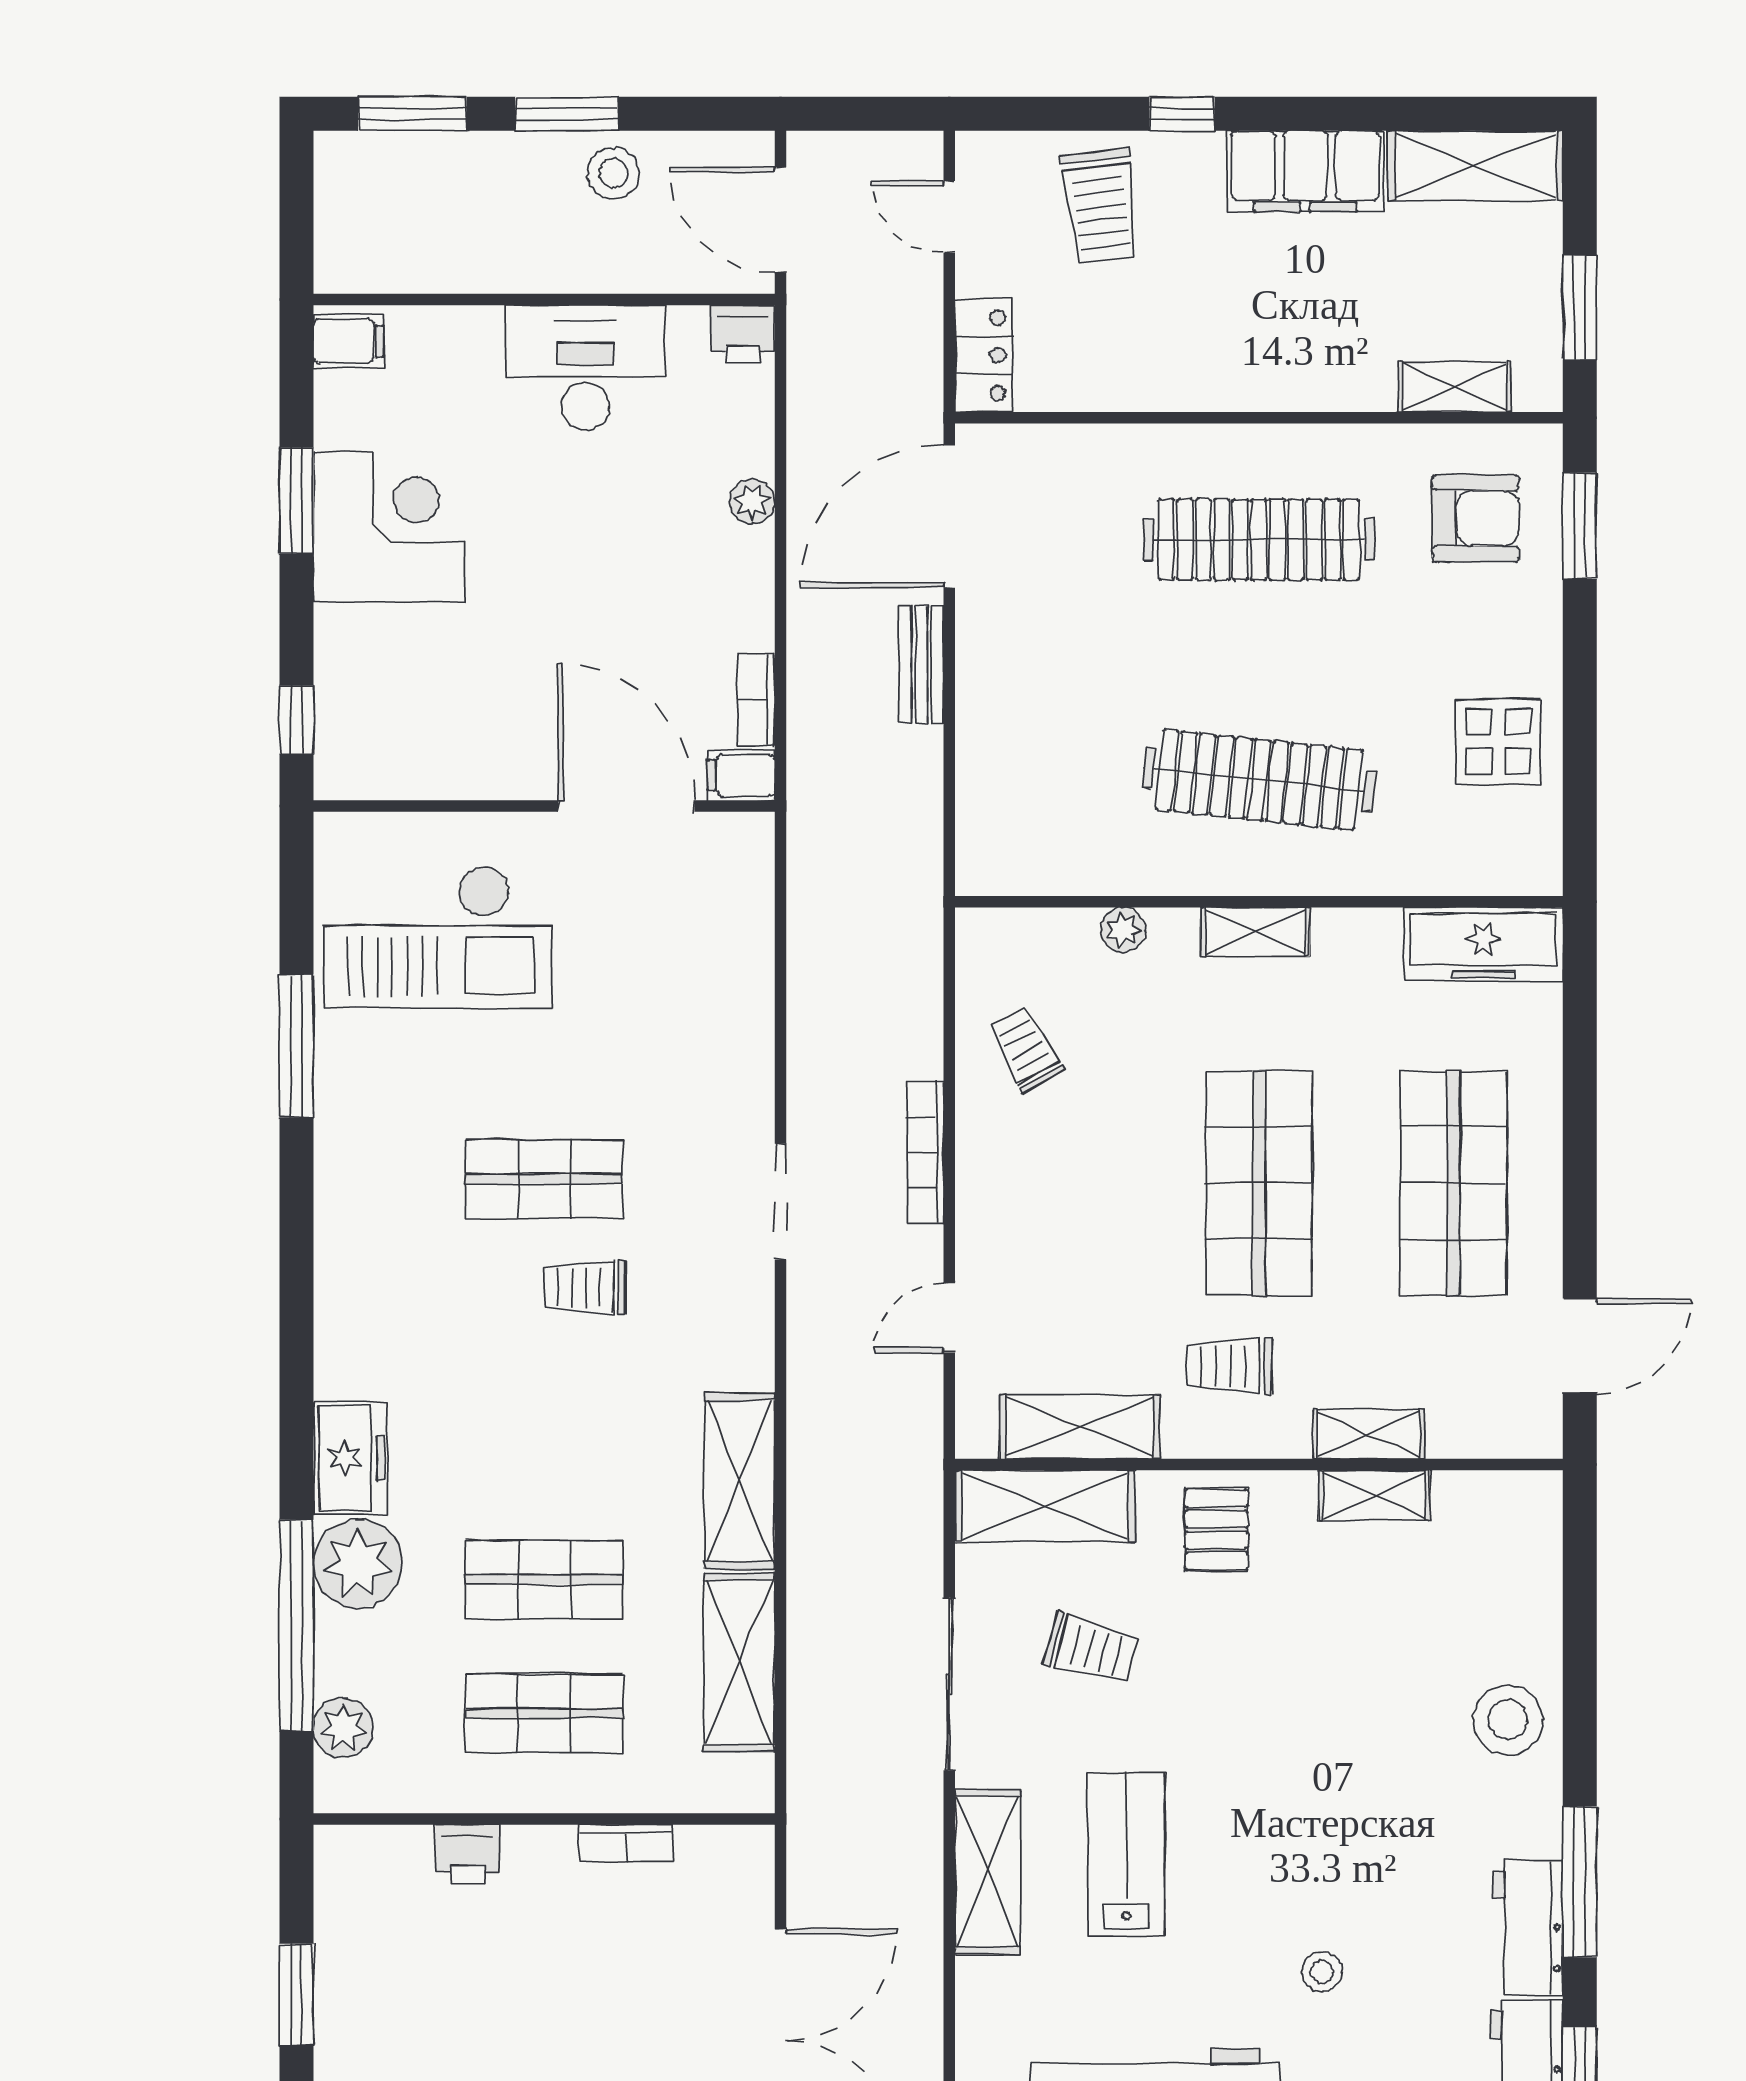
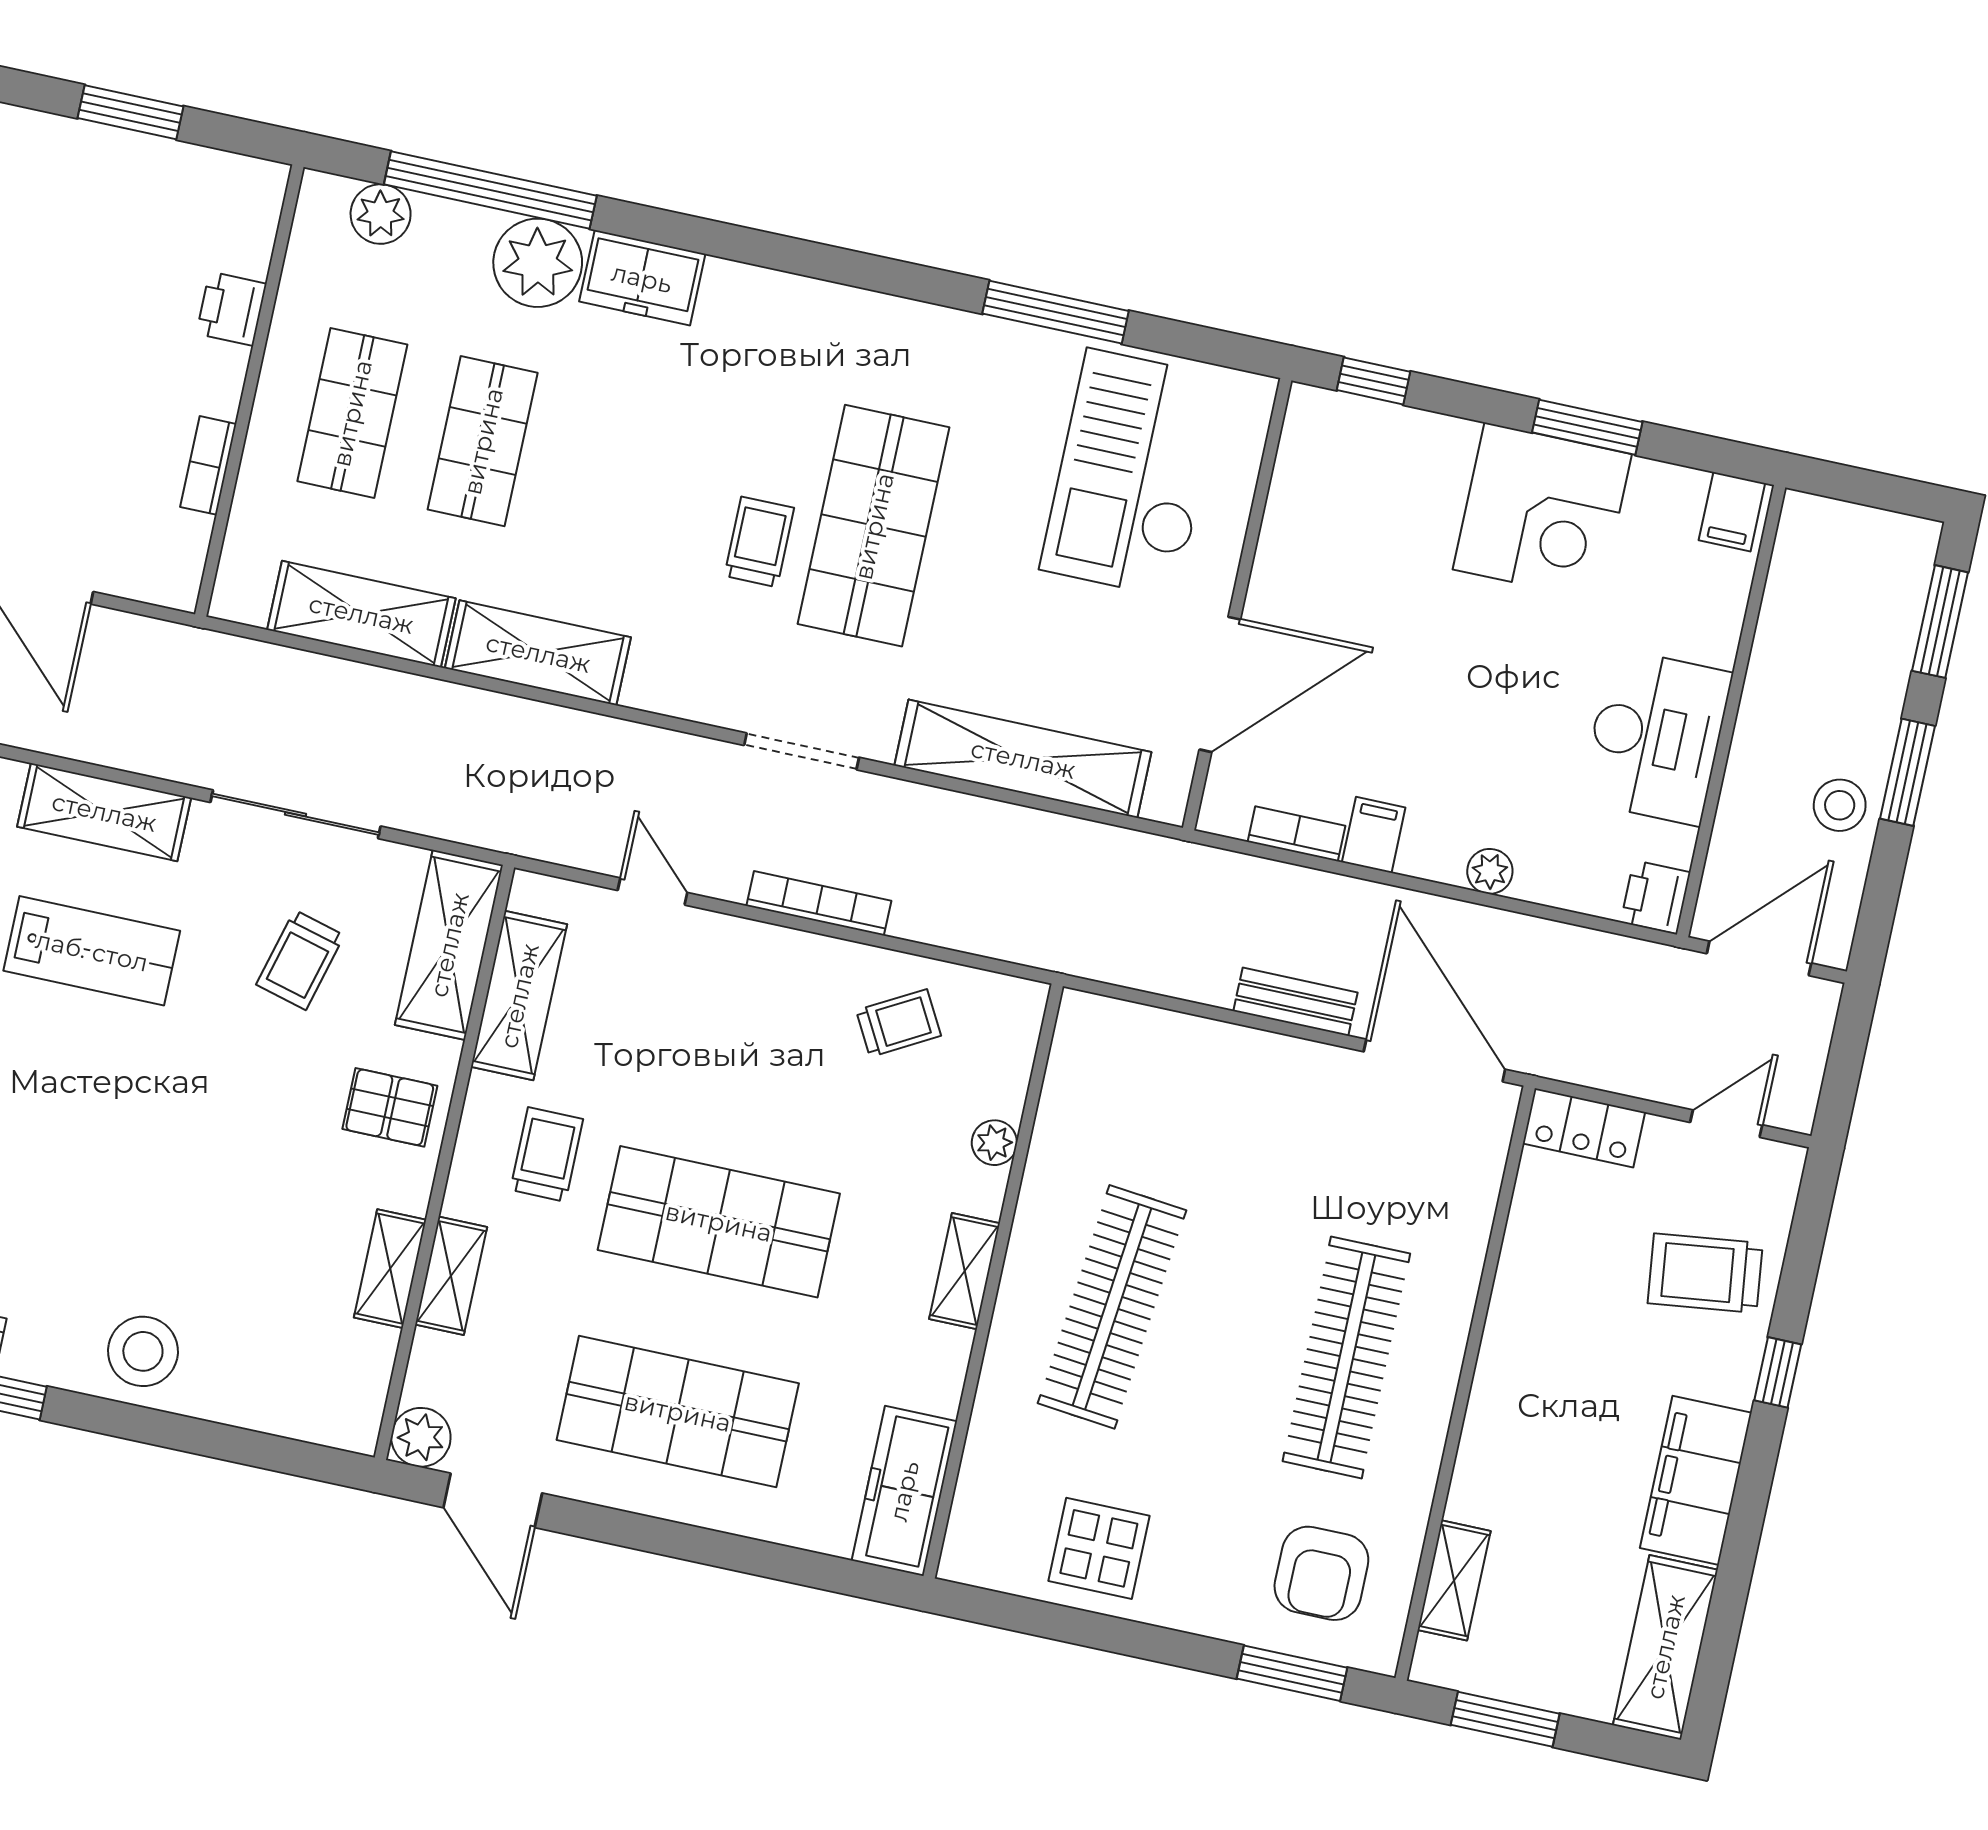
filing cabinet: (741, 775) -> (1374, 835), moved
shelving: (741, 983) -> (1023, 759), added
shop shelf: (544, 1179) -> (874, 526), width x1.43, depth x1.36
plant: (1533, 1429) -> (421, 1437), added

